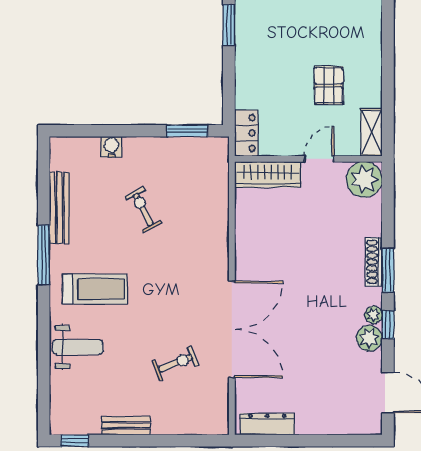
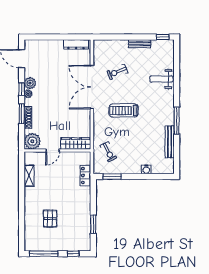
pallet: (329, 86) -> (50, 219), moved
wall: (308, 159) -> (57, 151), moved
door: (319, 159) -> (53, 151), moved
wardrobe: (268, 174) -> (76, 143), moved
plant: (364, 179) -> (32, 141), moved
exercise bike: (143, 210) -> (108, 152), moved
treadmill: (95, 289) -> (124, 111), moved

